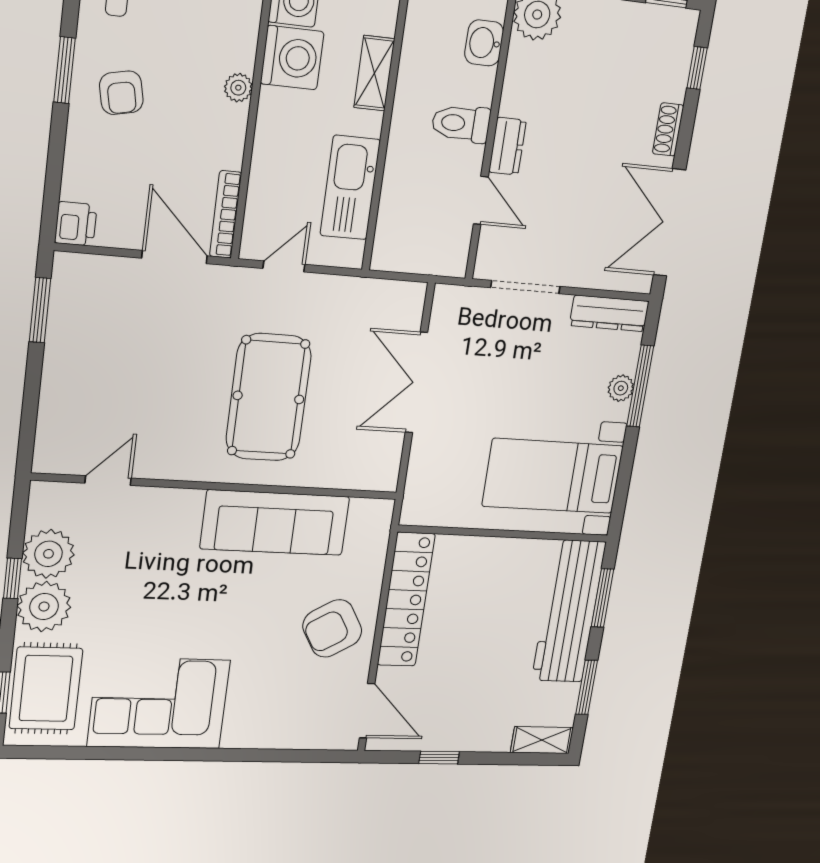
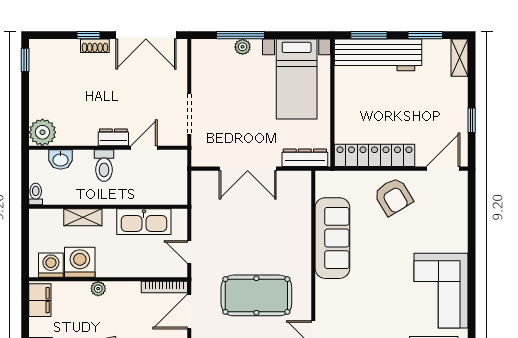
window: (697, 68) -> (89, 35), moved
dresser: (609, 313) -> (305, 158), moved, turned -90
pool table: (269, 397) -> (256, 295), moved

